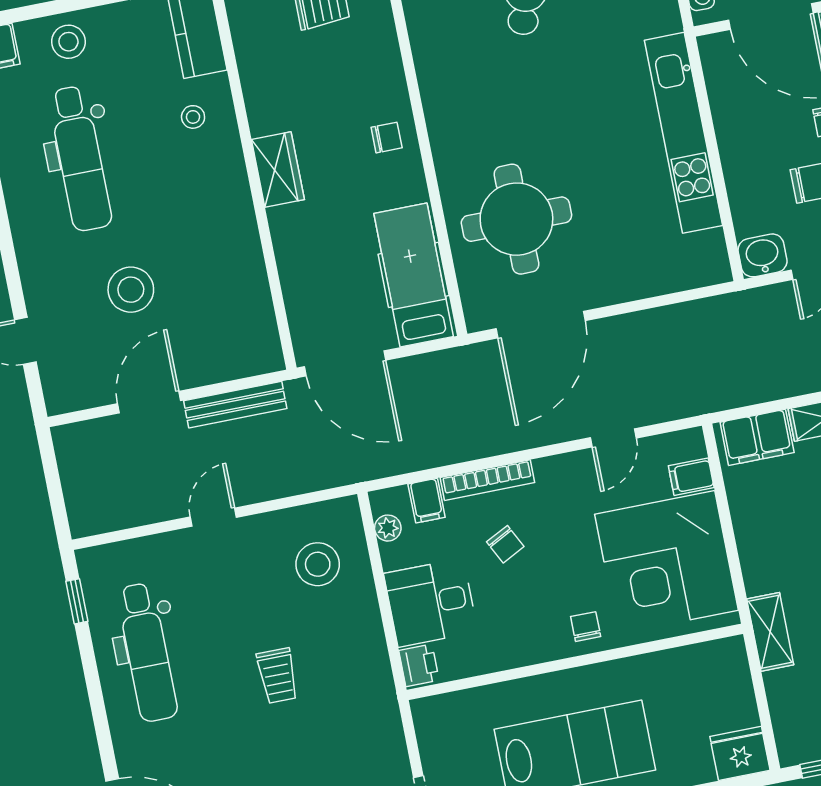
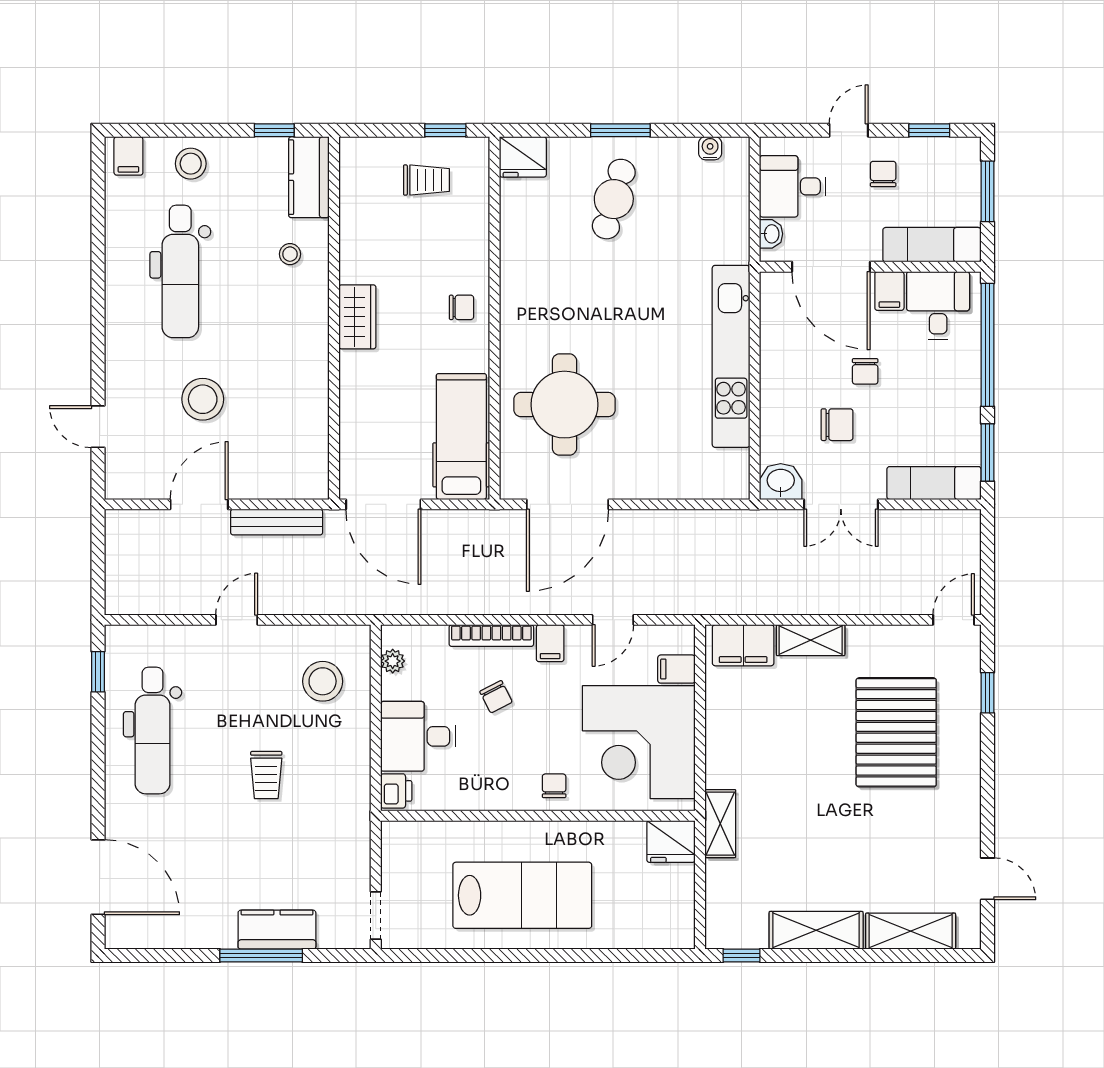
filing cabinet: (427, 501) -> (550, 643), moved
fridge: (740, 753) -> (671, 841), moved, turned 180

